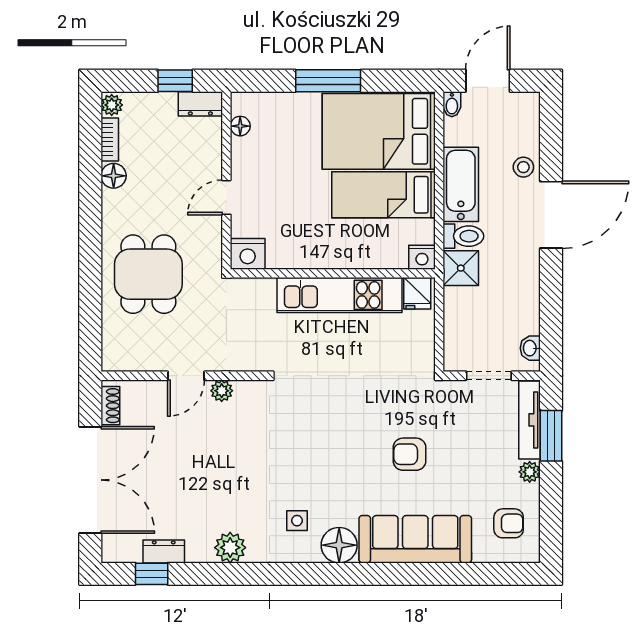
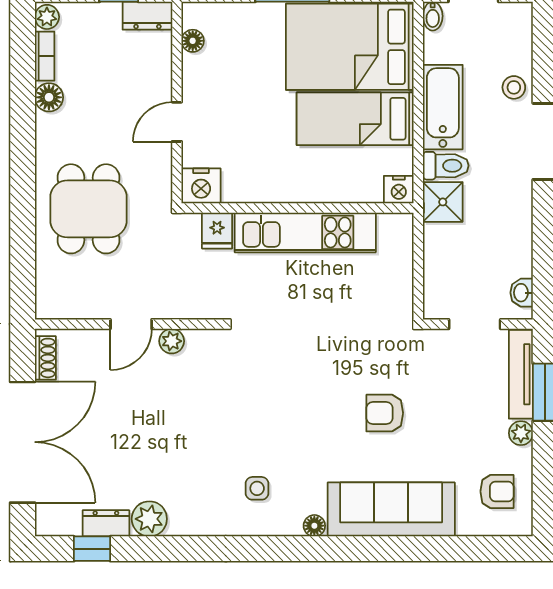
fridge: (417, 293) -> (217, 231), moved
floor lamp: (339, 545) -> (314, 526), width x0.53, depth x0.53
plant: (230, 548) -> (149, 519), moved

